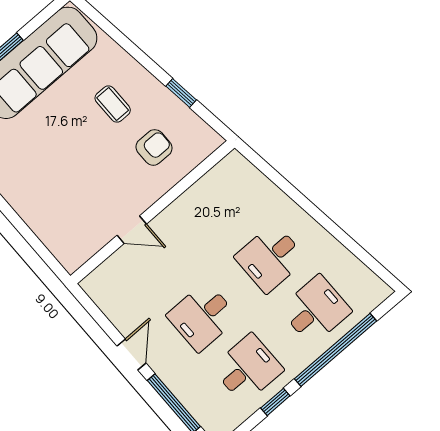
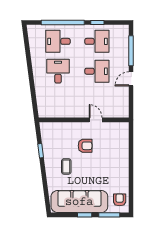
armchair: (154, 147) -> (85, 146), moved, turned 180
desk: (271, 258) -> (58, 71), turned -90
desk: (248, 369) -> (97, 41), turned 180

